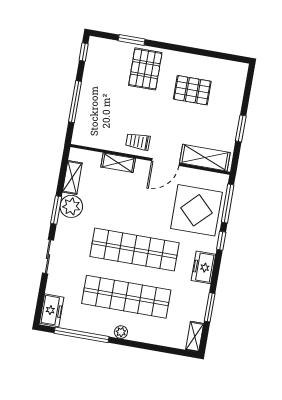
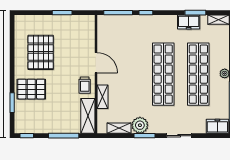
pallet: (192, 90) -> (41, 52), width x1.37, depth x1.41
shelving: (205, 158) -> (88, 116), moved
display table: (196, 210) -> (127, 34), removed
freezer: (203, 267) -> (189, 22), moved

